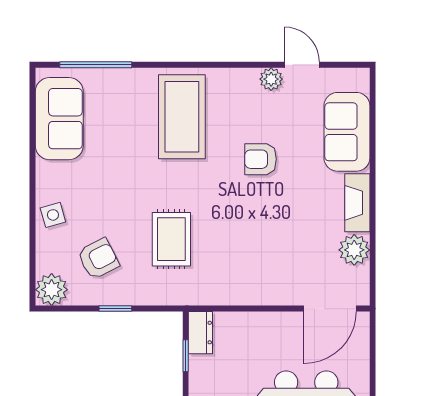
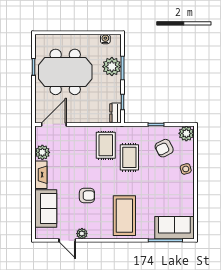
sofa: (59, 119) -> (174, 228), moved, turned 90
rug: (221, 265) -> (106, 145), added

